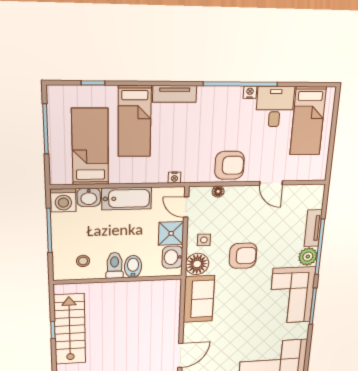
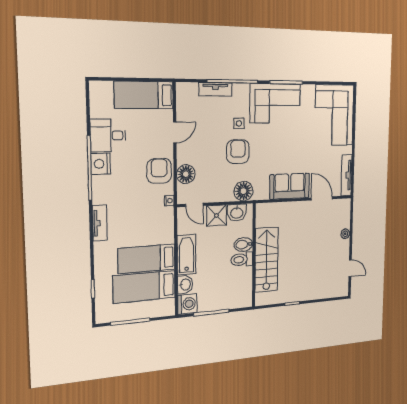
nightstand: (250, 92) -> (101, 164), width x1.89, depth x1.79
bed: (135, 121) -> (147, 259), moved, turned 180
bed: (308, 121) -> (144, 95), moved, turned 180
nightstand: (174, 178) -> (169, 201), moved
floor lamp: (218, 191) -> (186, 174), width x1.89, depth x1.89
door: (186, 207) -> (194, 205), hinge flipped
side table: (204, 240) -> (239, 123), moved
plant: (308, 257) -> (241, 92), removed
stool: (83, 261) -> (237, 285), removed
sofa: (199, 299) -> (290, 186), moved
stairs: (70, 329) -> (266, 260), moved, turned 90

